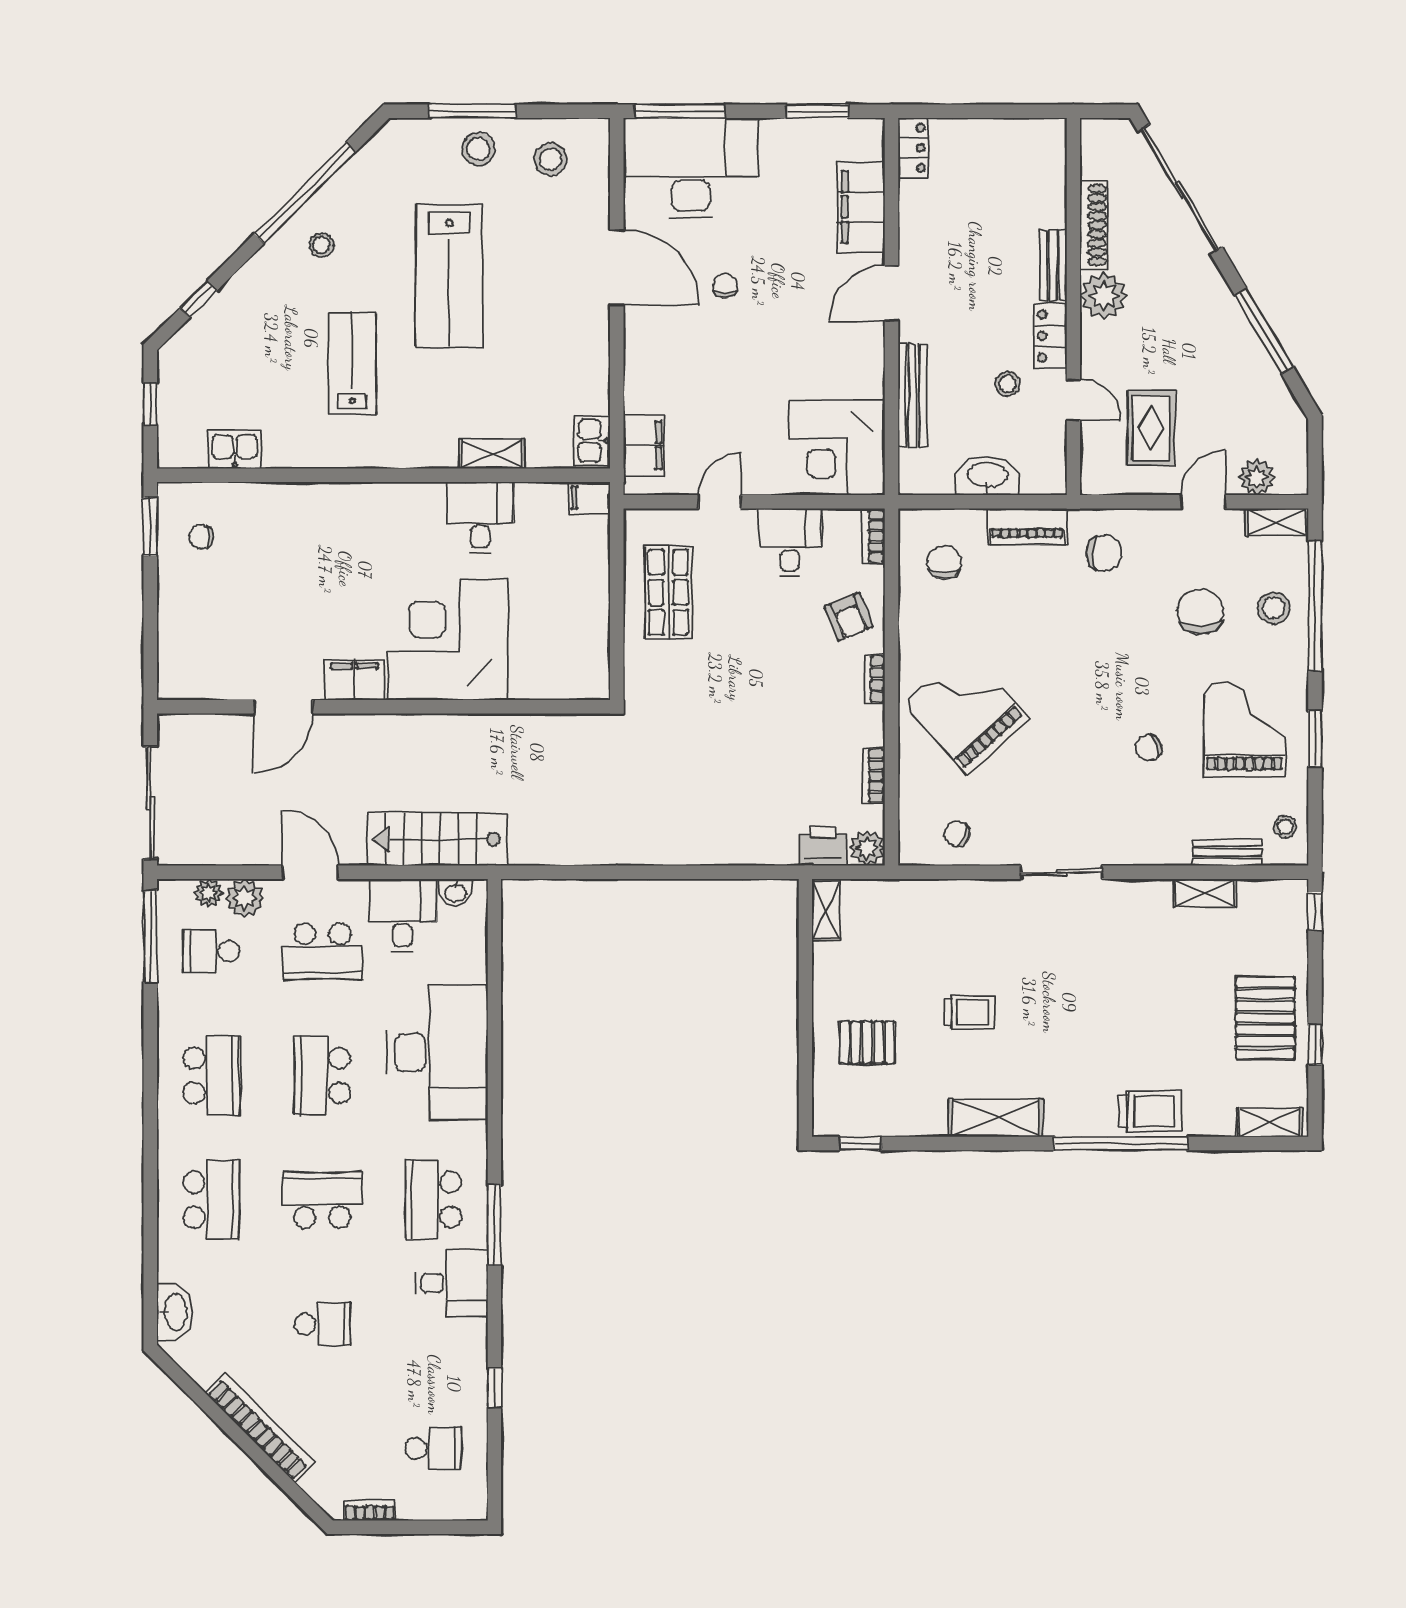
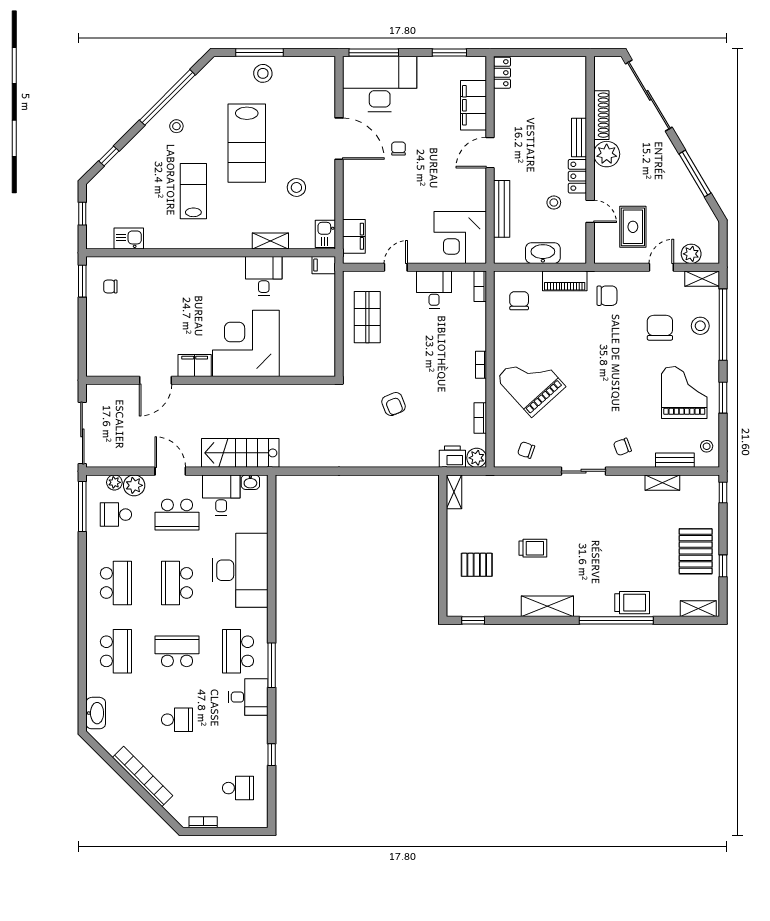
stool: (551, 159) -> (296, 187), moved
armchair: (849, 617) -> (393, 404), moved
chair: (1149, 748) -> (622, 447), moved

